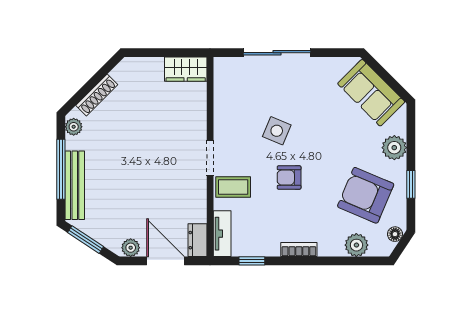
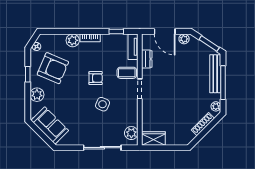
plant: (225, 79) -> (131, 133), added
dresser: (198, 240) -> (147, 59), moved
plant: (356, 245) -> (73, 40), moved

